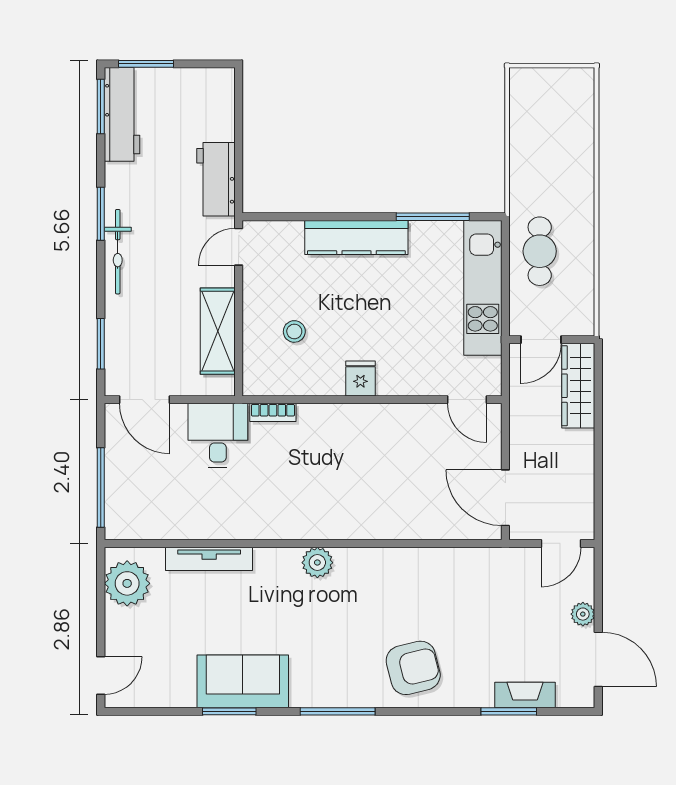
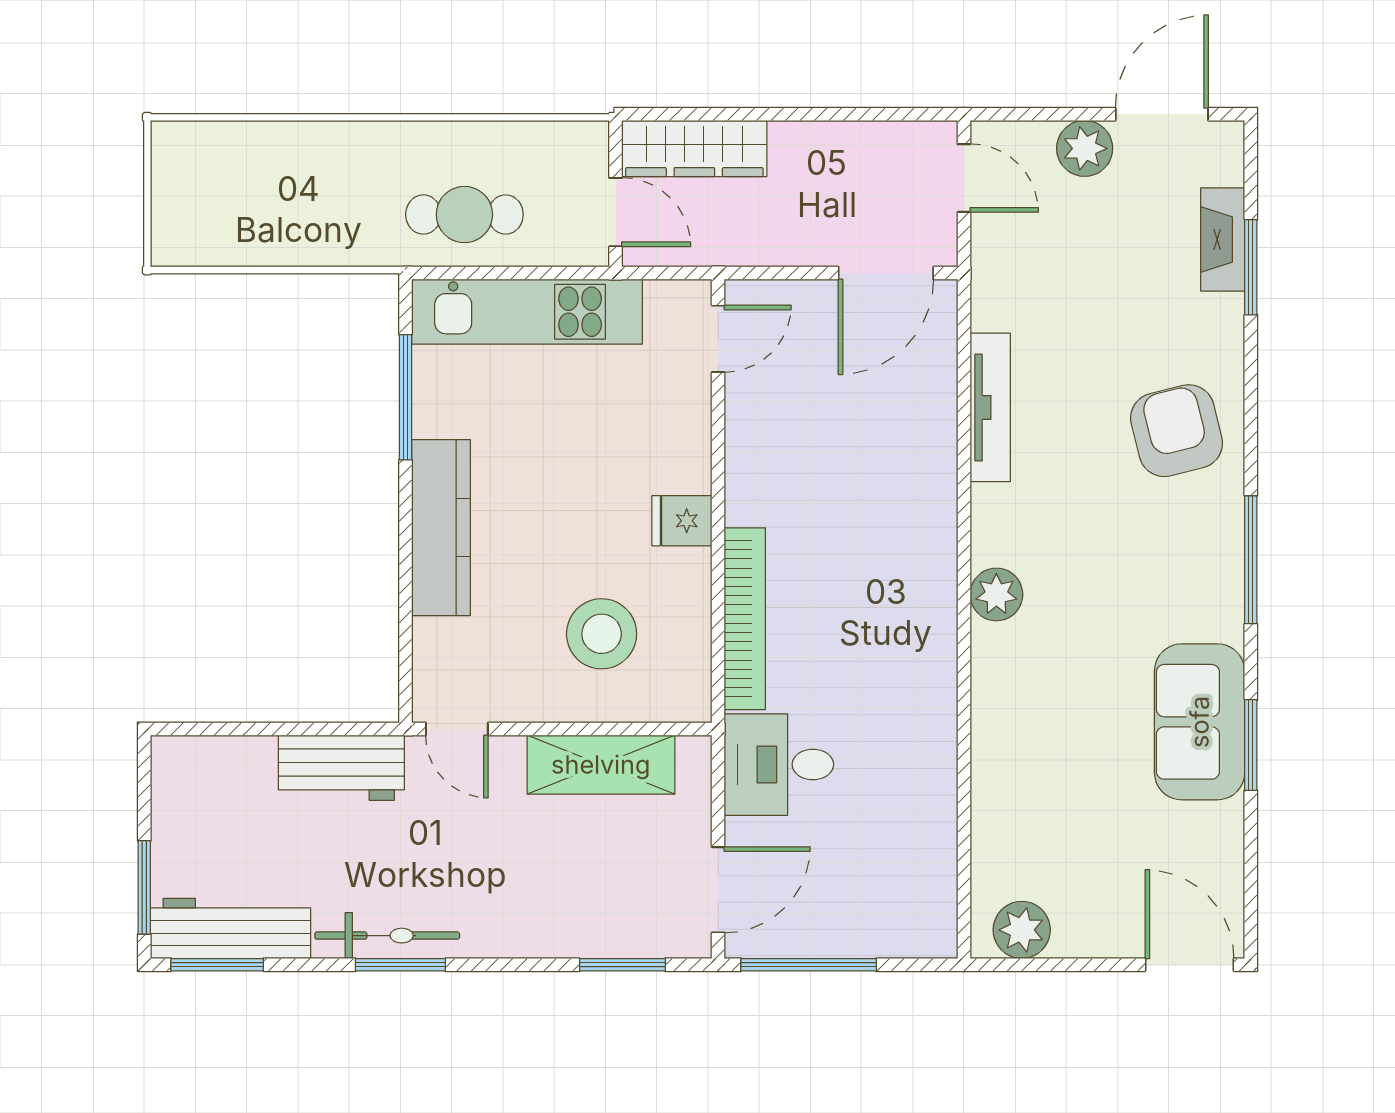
bicycle: (118, 252) -> (387, 936), moved
stool: (294, 331) -> (602, 634), width x1.89, depth x1.89
bookcase: (273, 412) -> (745, 619), width x2.31, depth x1.31
window: (101, 487) -> (809, 965), moved
tv unit: (209, 559) -> (990, 407), moved
plant: (127, 583) -> (1022, 930), width x0.73, depth x0.73
plant: (583, 614) -> (1085, 148), width x1.38, depth x1.38
door: (101, 675) -> (1189, 965), width x1.38

